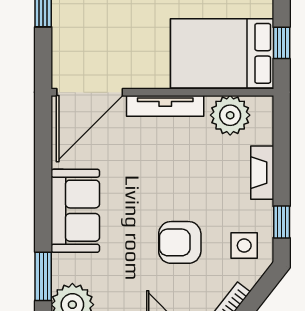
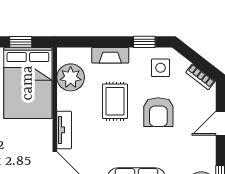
tv unit: (165, 106) -> (64, 130), width x0.71
rug: (196, 180) -> (115, 101), added

